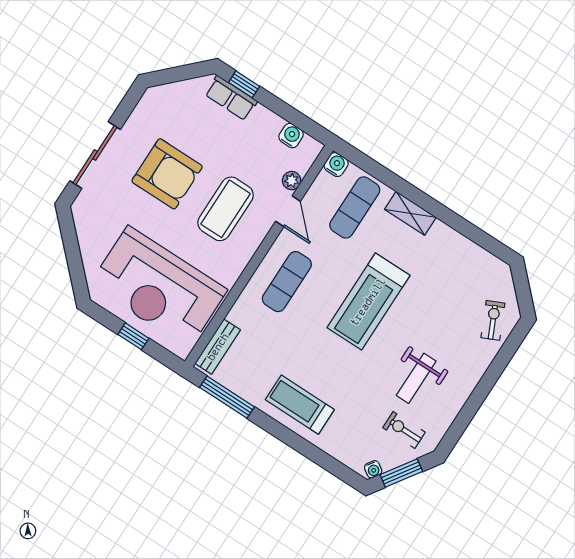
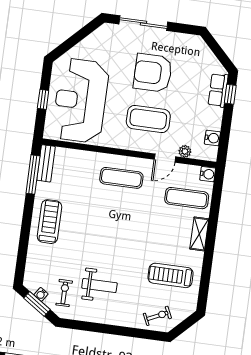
armchair: (167, 174) -> (153, 73), turned 90
treadmill: (368, 302) -> (170, 275), moved, width x0.73, depth x0.73
bench: (218, 347) -> (46, 163), moved, turned 90
weight bench: (416, 378) -> (99, 285), turned 180
water cooler: (373, 469) -> (41, 294), moved

